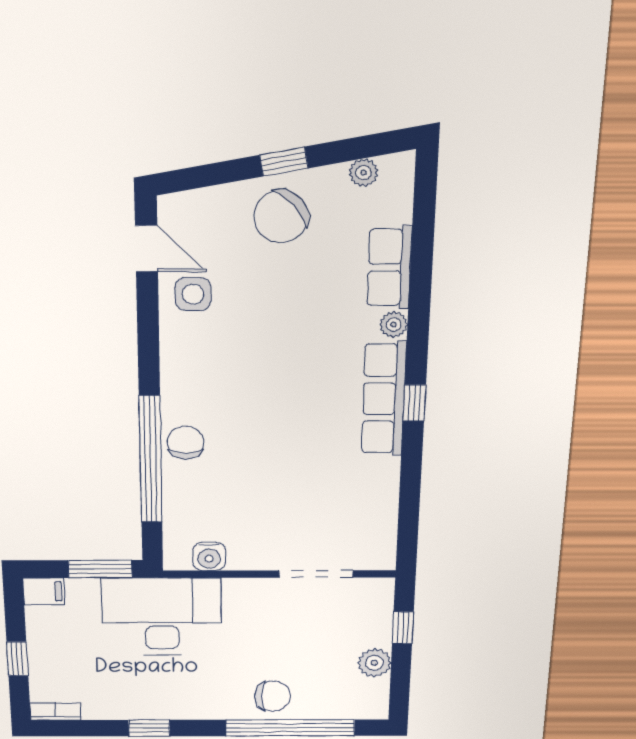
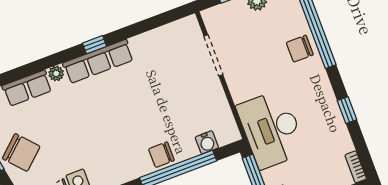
water cooler: (209, 556) -> (207, 142), moved, turned 90
chair: (273, 696) -> (300, 49), turned -90

